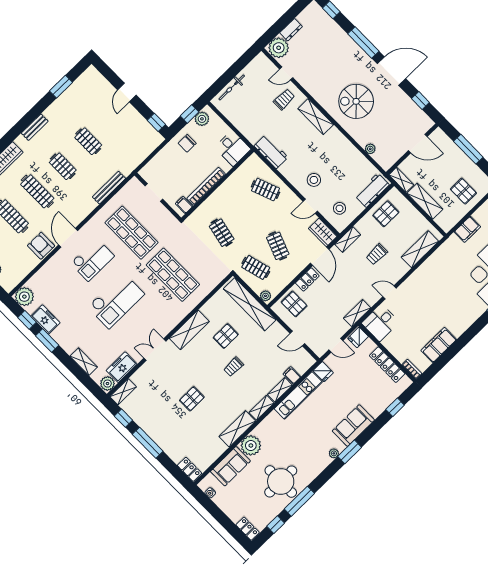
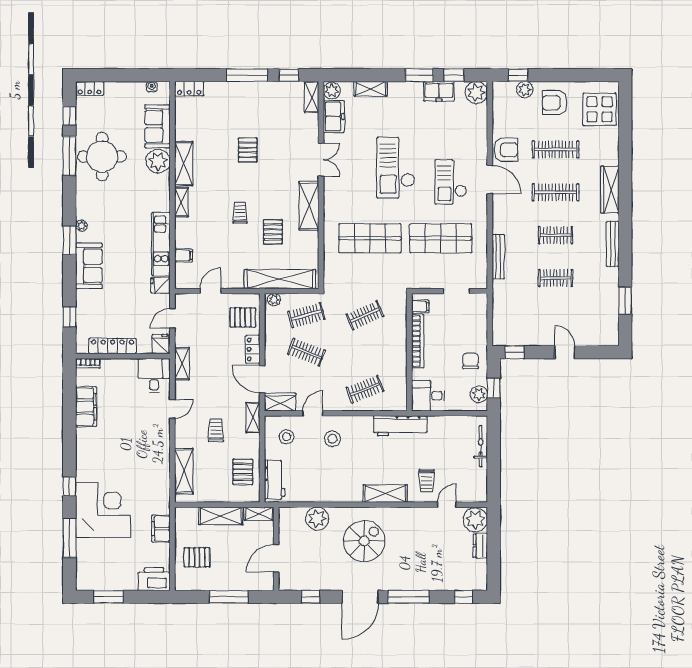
bench: (35, 127) -> (613, 244), width x1.36
plant: (370, 149) -> (317, 519), width x1.88, depth x1.88
workbench: (271, 152) -> (400, 426), width x1.38
clothes rail: (222, 233) -> (365, 315), turned -36
shelving: (280, 390) -> (181, 233), removed

